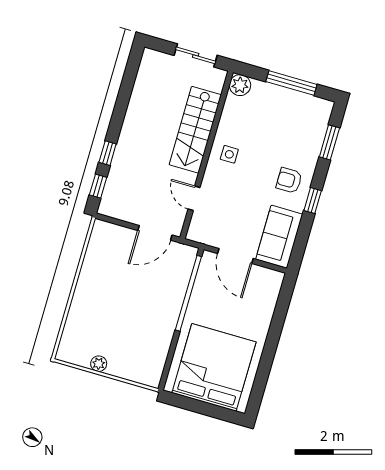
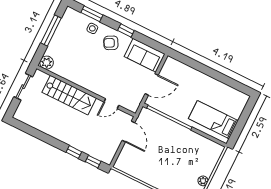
side table: (229, 154) -> (92, 28), moved
armchair: (289, 180) -> (111, 43), turned 62
bed: (214, 367) -> (213, 120), width x0.49

